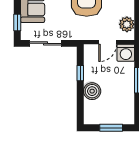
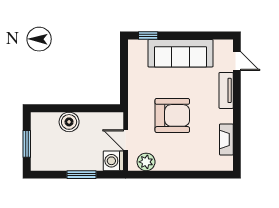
sliding door: (45, 43) -> (124, 68), removed
window: (80, 73) -> (90, 108), removed

